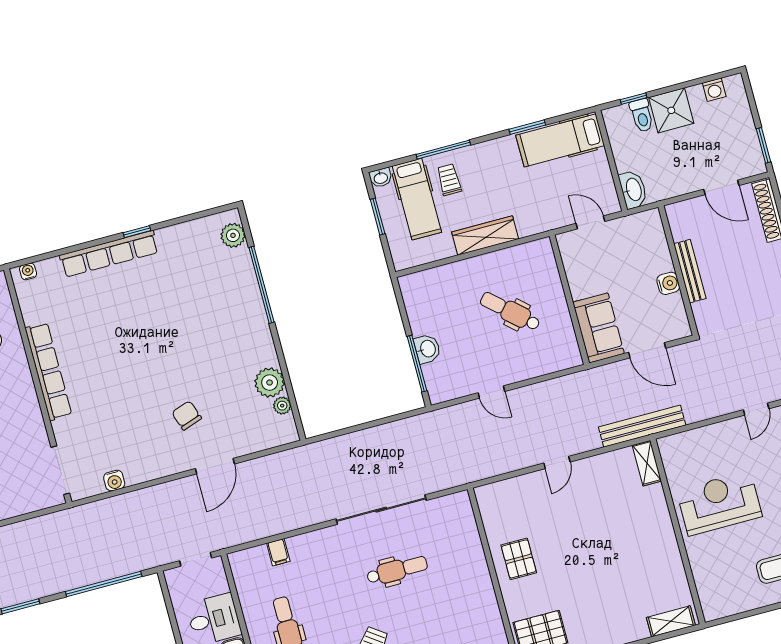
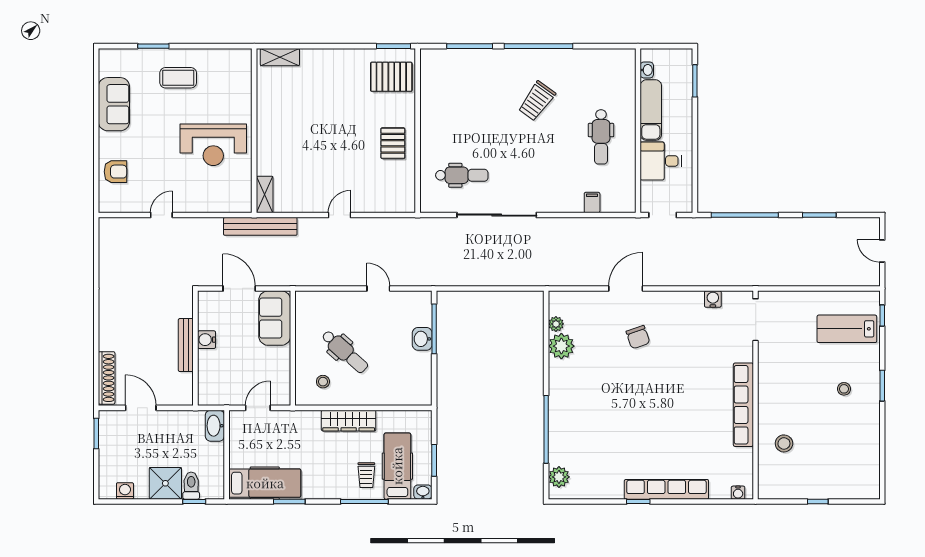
door: (590, 222) -> (258, 408), swing flipped
stool: (525, 271) -> (323, 382), added
dental chair: (397, 570) -> (462, 175), moved, turned 180

